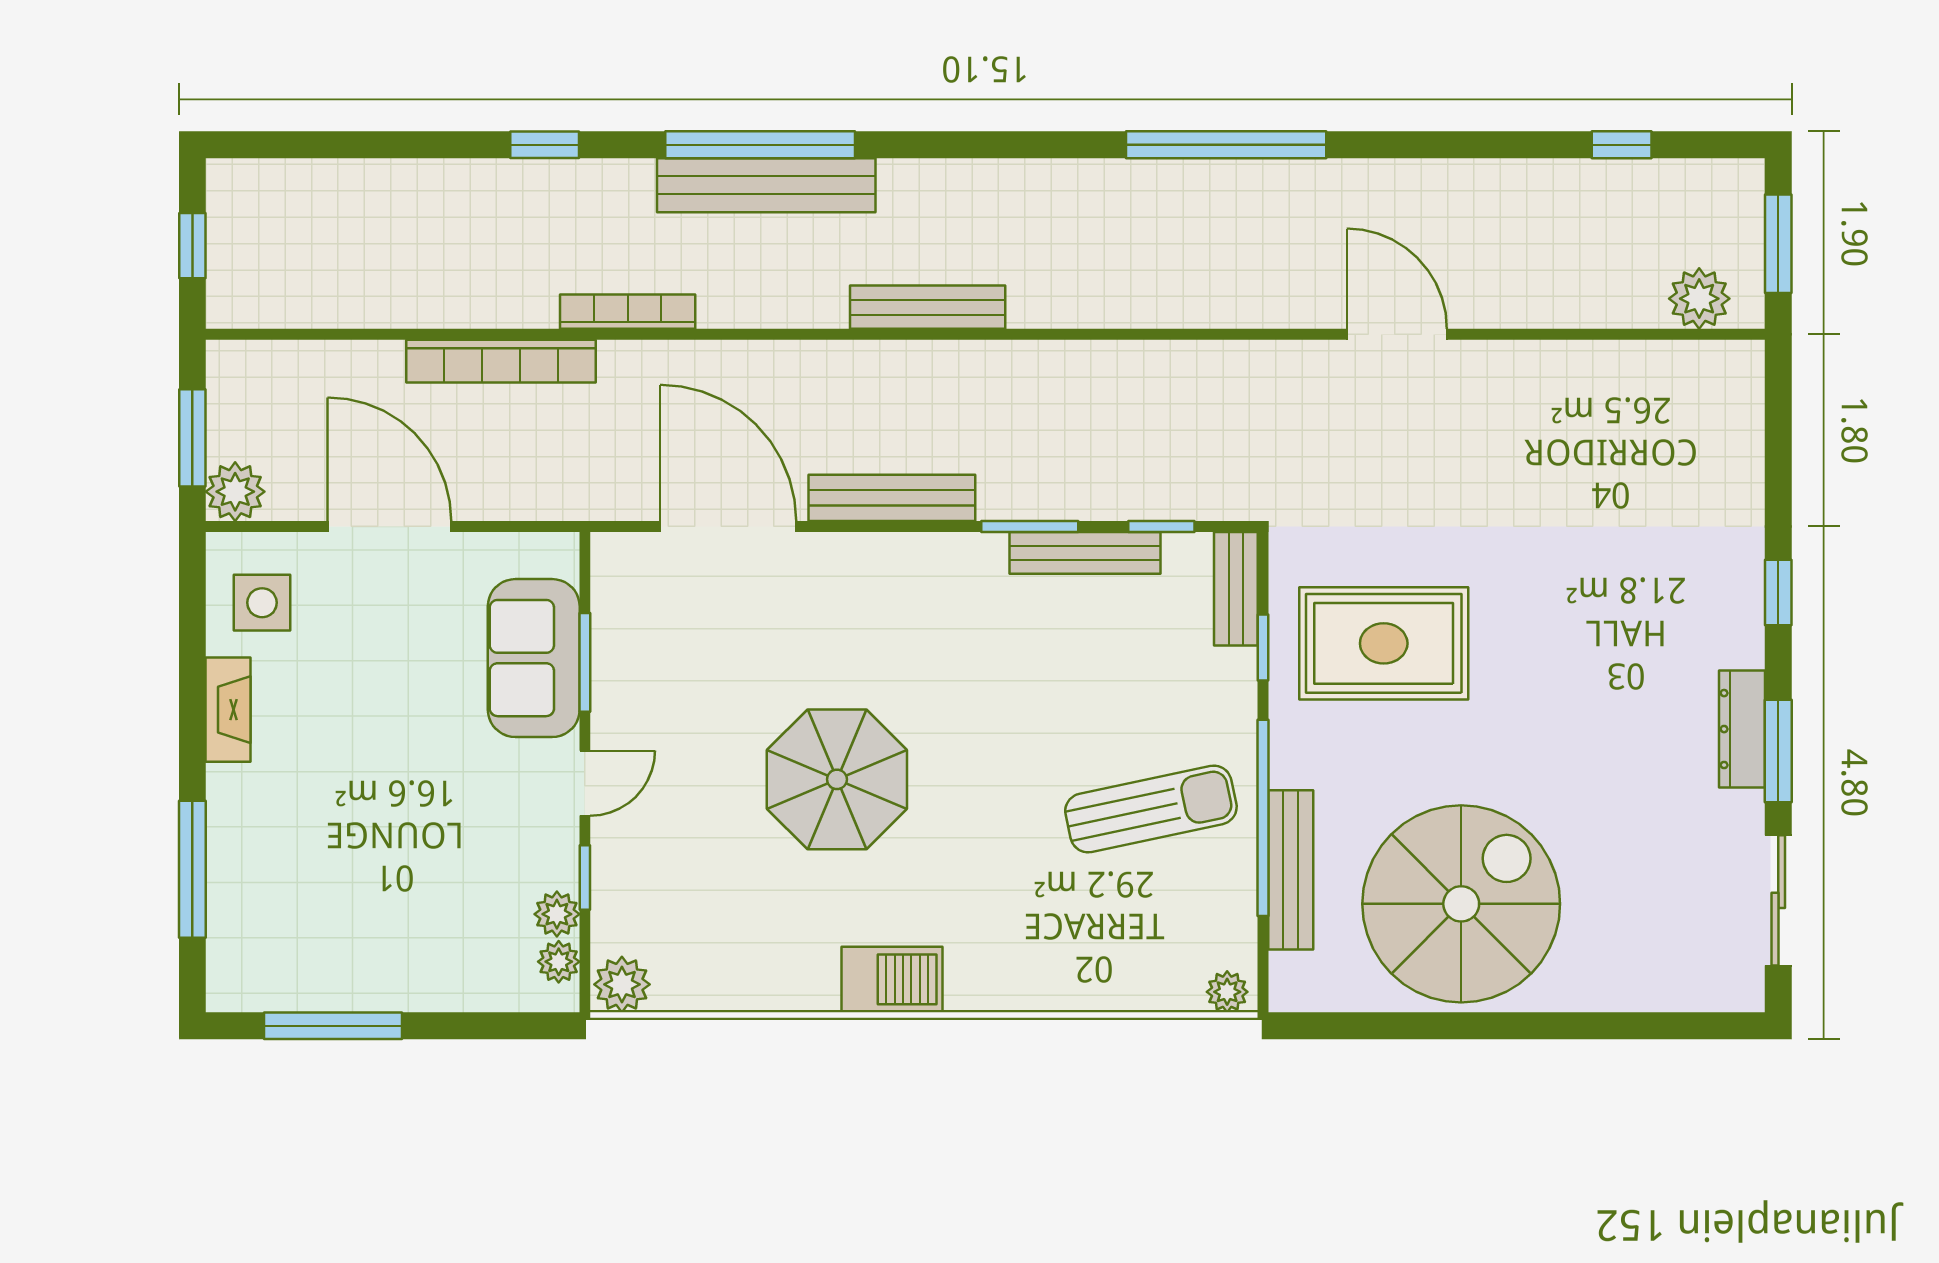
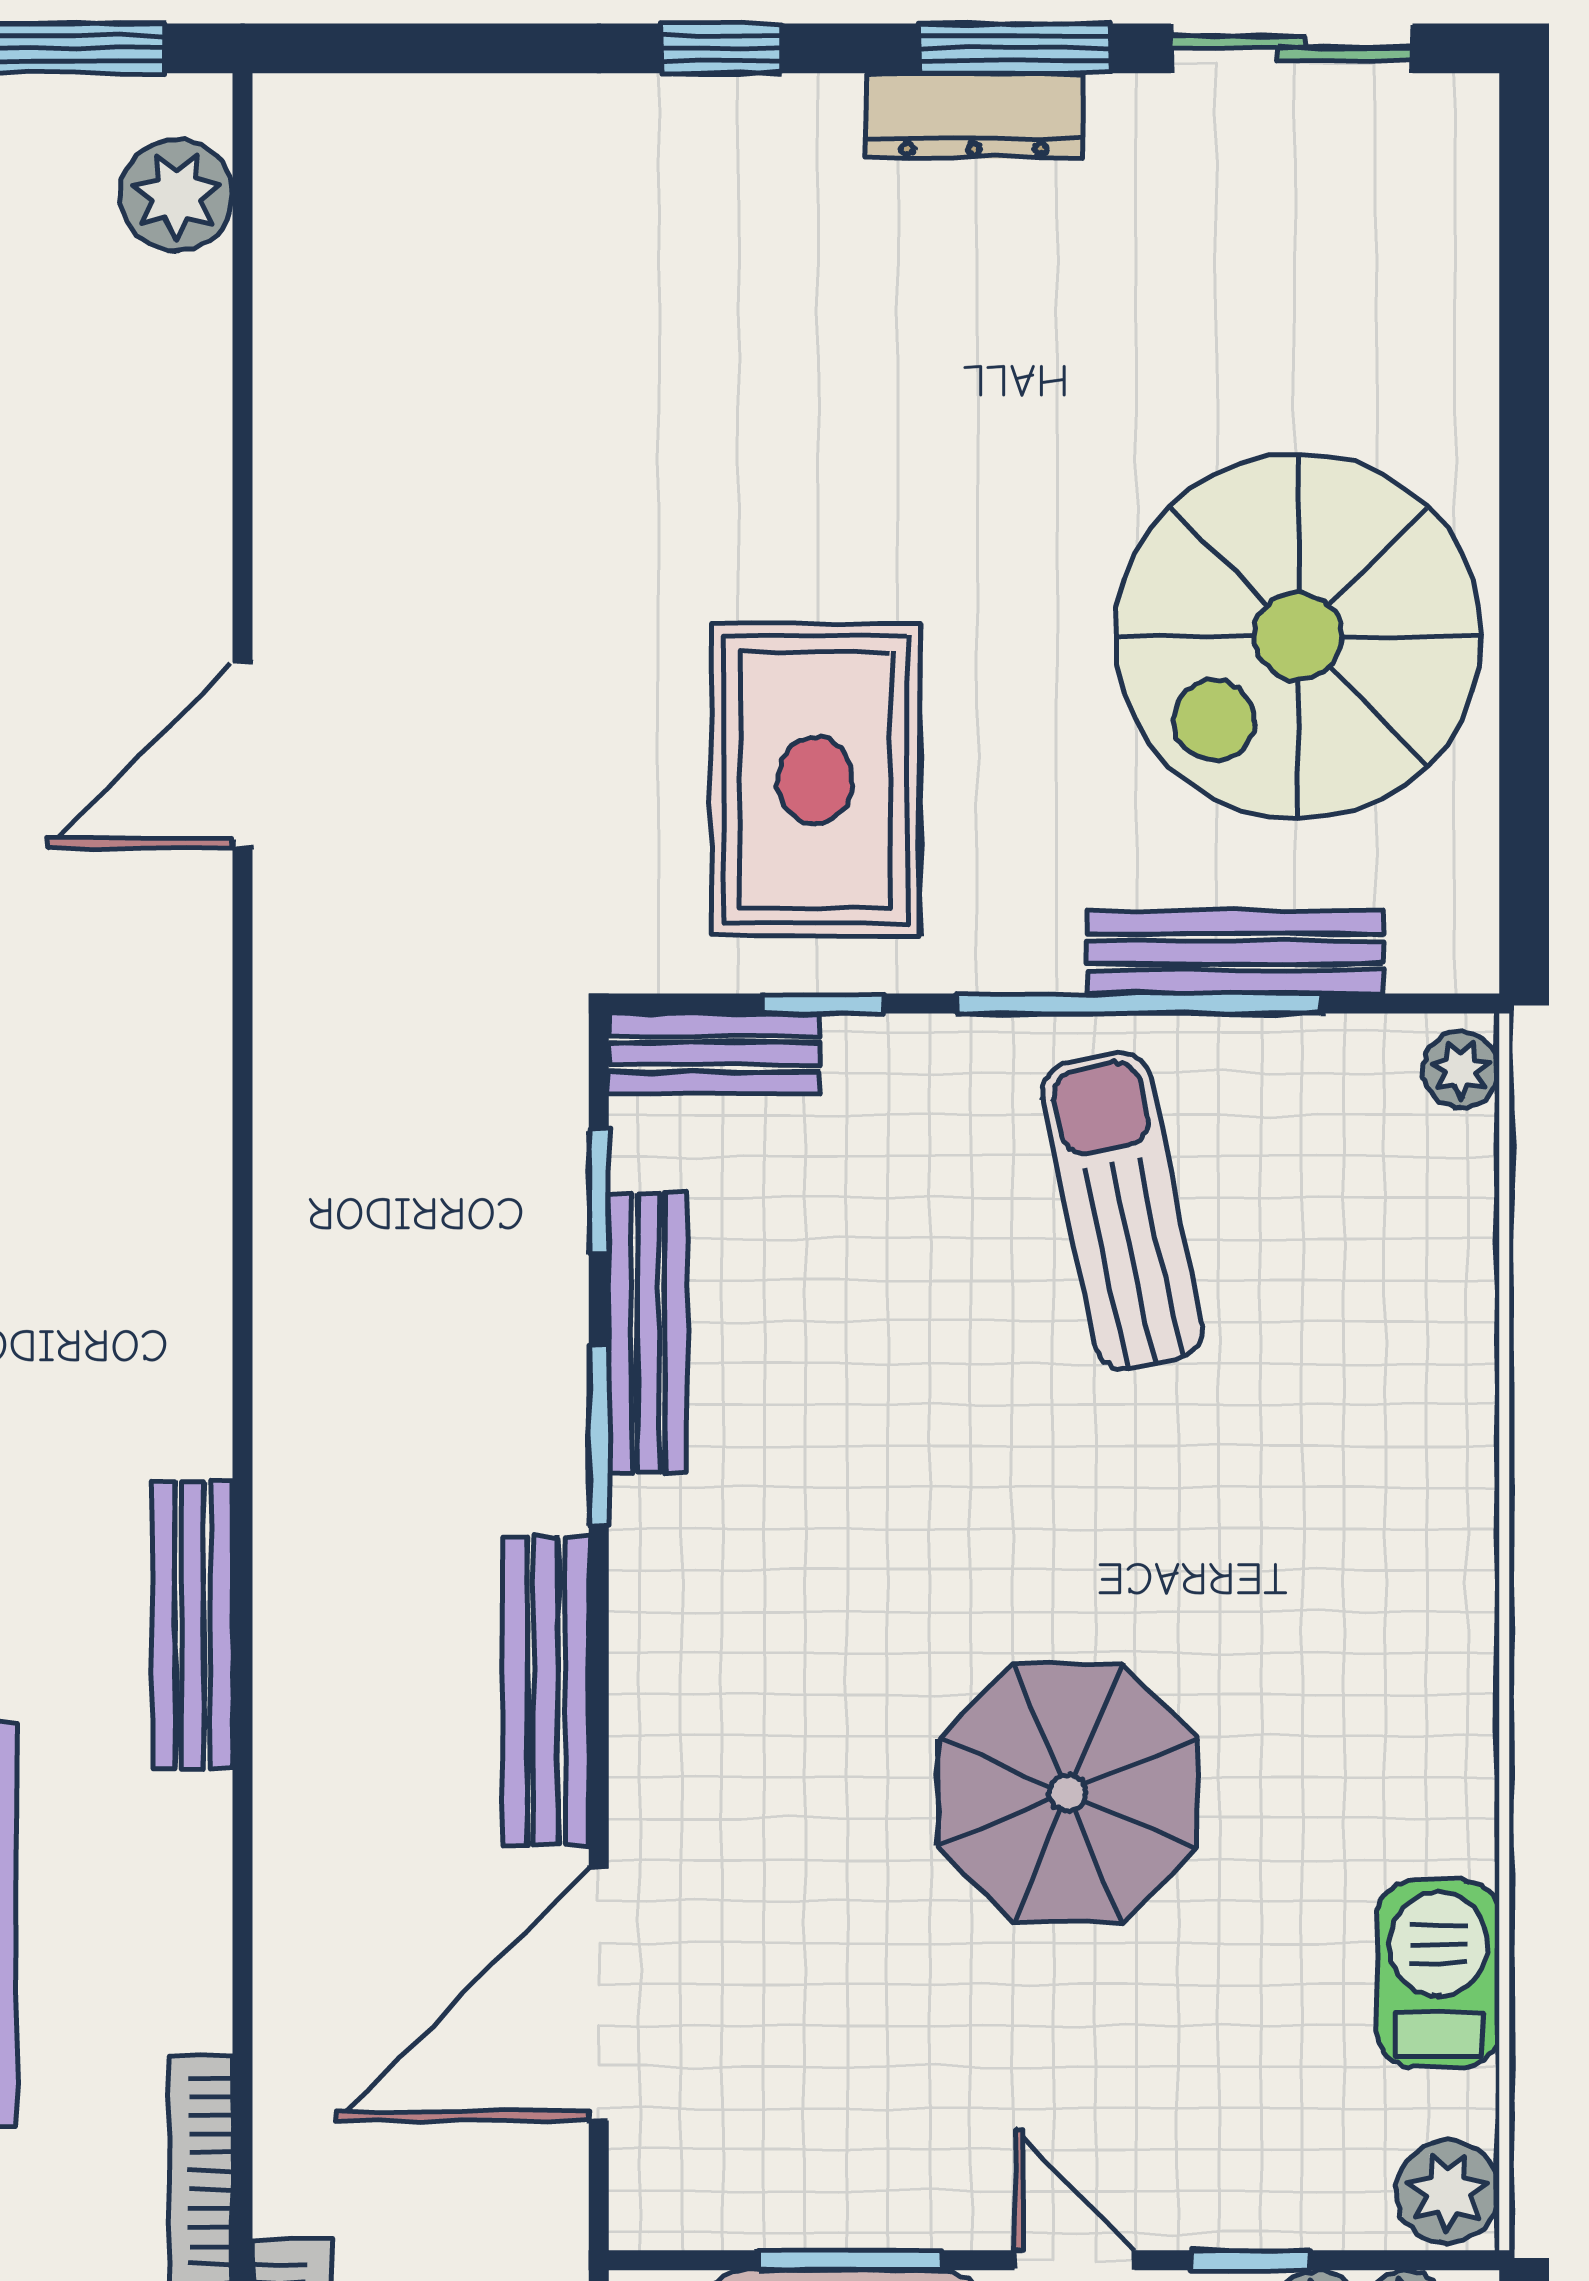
spiral stairs: (1461, 904) -> (1298, 636), turned -90
barbecue: (892, 979) -> (1438, 1974), moved

